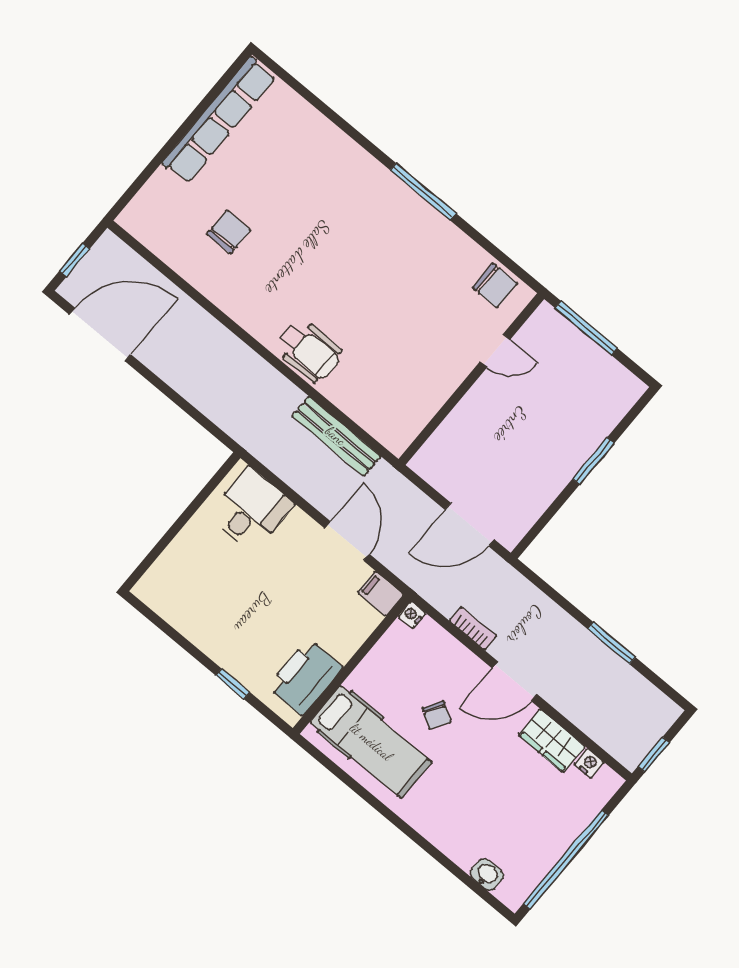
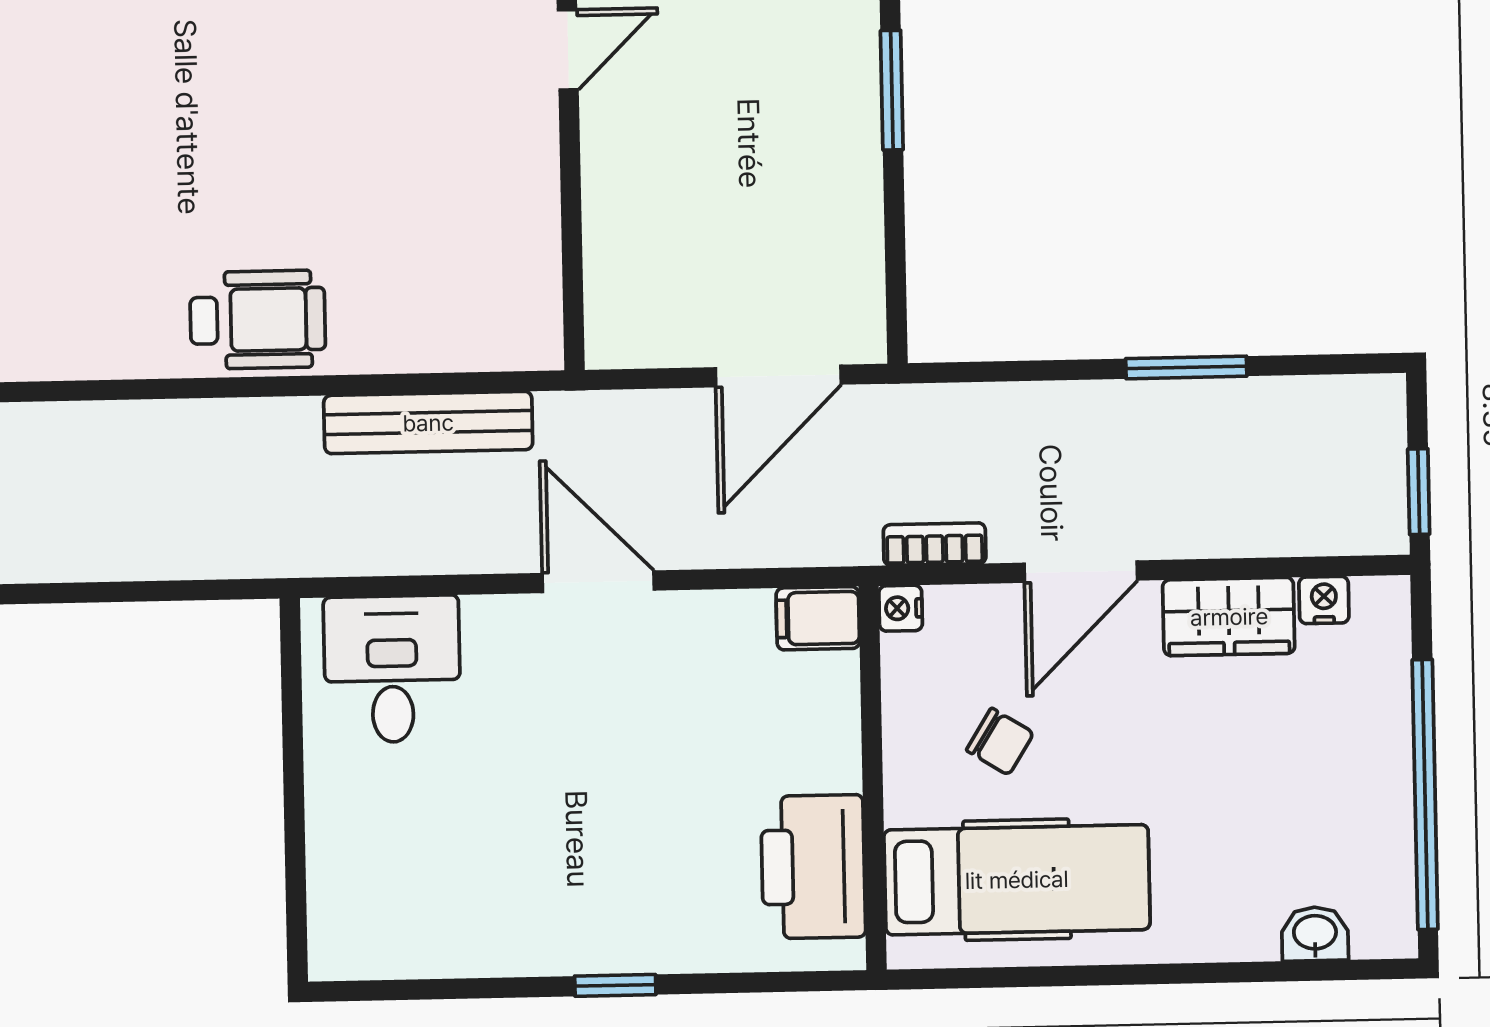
filing cabinet: (381, 594) -> (818, 618), moved
nightstand: (412, 615) -> (901, 608), moved
wall: (352, 664) -> (873, 778), moved
printer: (305, 677) -> (813, 867), moved
hospital bed: (371, 742) -> (1017, 880), moved

